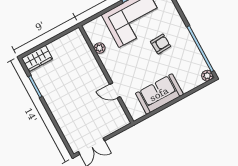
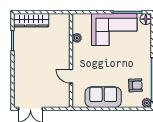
armchair: (161, 44) -> (135, 85), moved
wardrobe: (37, 59) -> (31, 20), width x1.50

